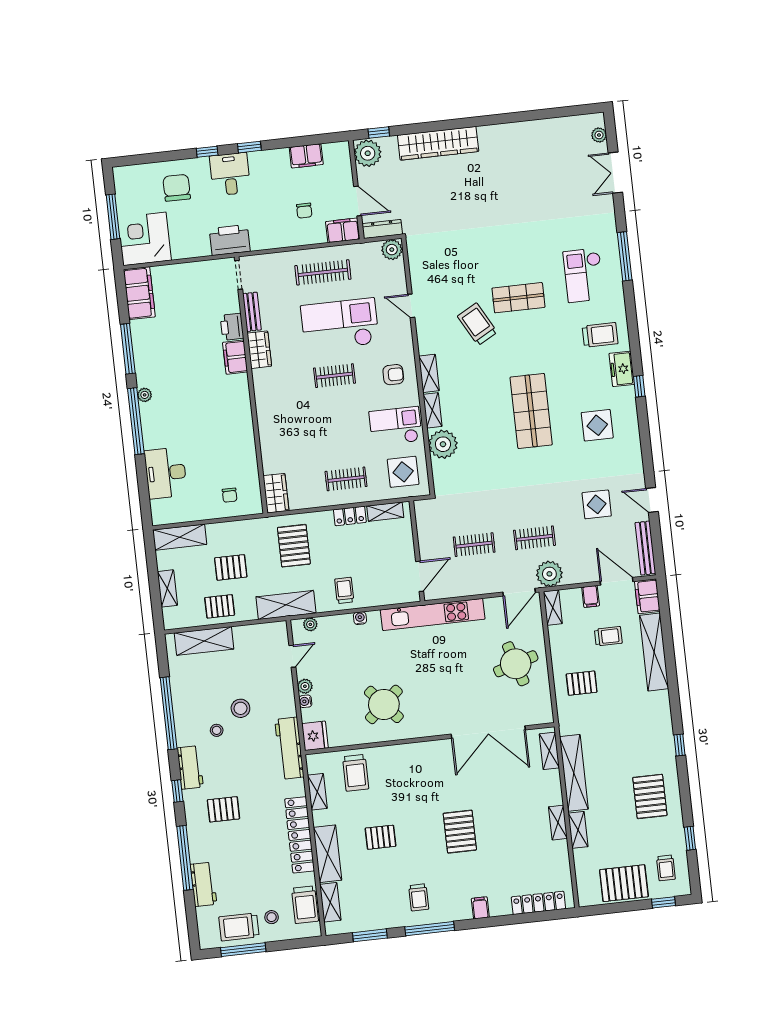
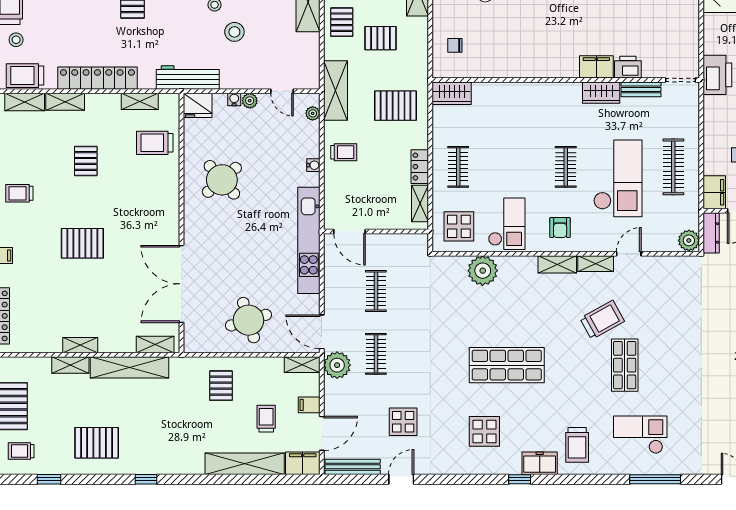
shelving: (432, 410) -> (596, 264), moved
pallet: (231, 567) -> (380, 38), turned 90
trolley: (608, 636) -> (266, 419), turned 180
shelving: (328, 854) -> (65, 102), width x0.67, depth x0.75

